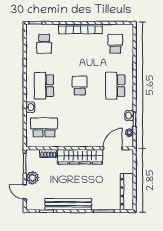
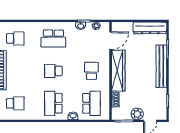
school desk: (115, 44) -> (15, 38), turned 180
school desk: (44, 86) -> (53, 103), turned 90
school desk: (44, 127) -> (91, 103), turned 180
school desk: (80, 127) -> (91, 71), added
door: (113, 148) -> (111, 41), swing flipped
bench: (68, 204) -> (161, 66), moved

